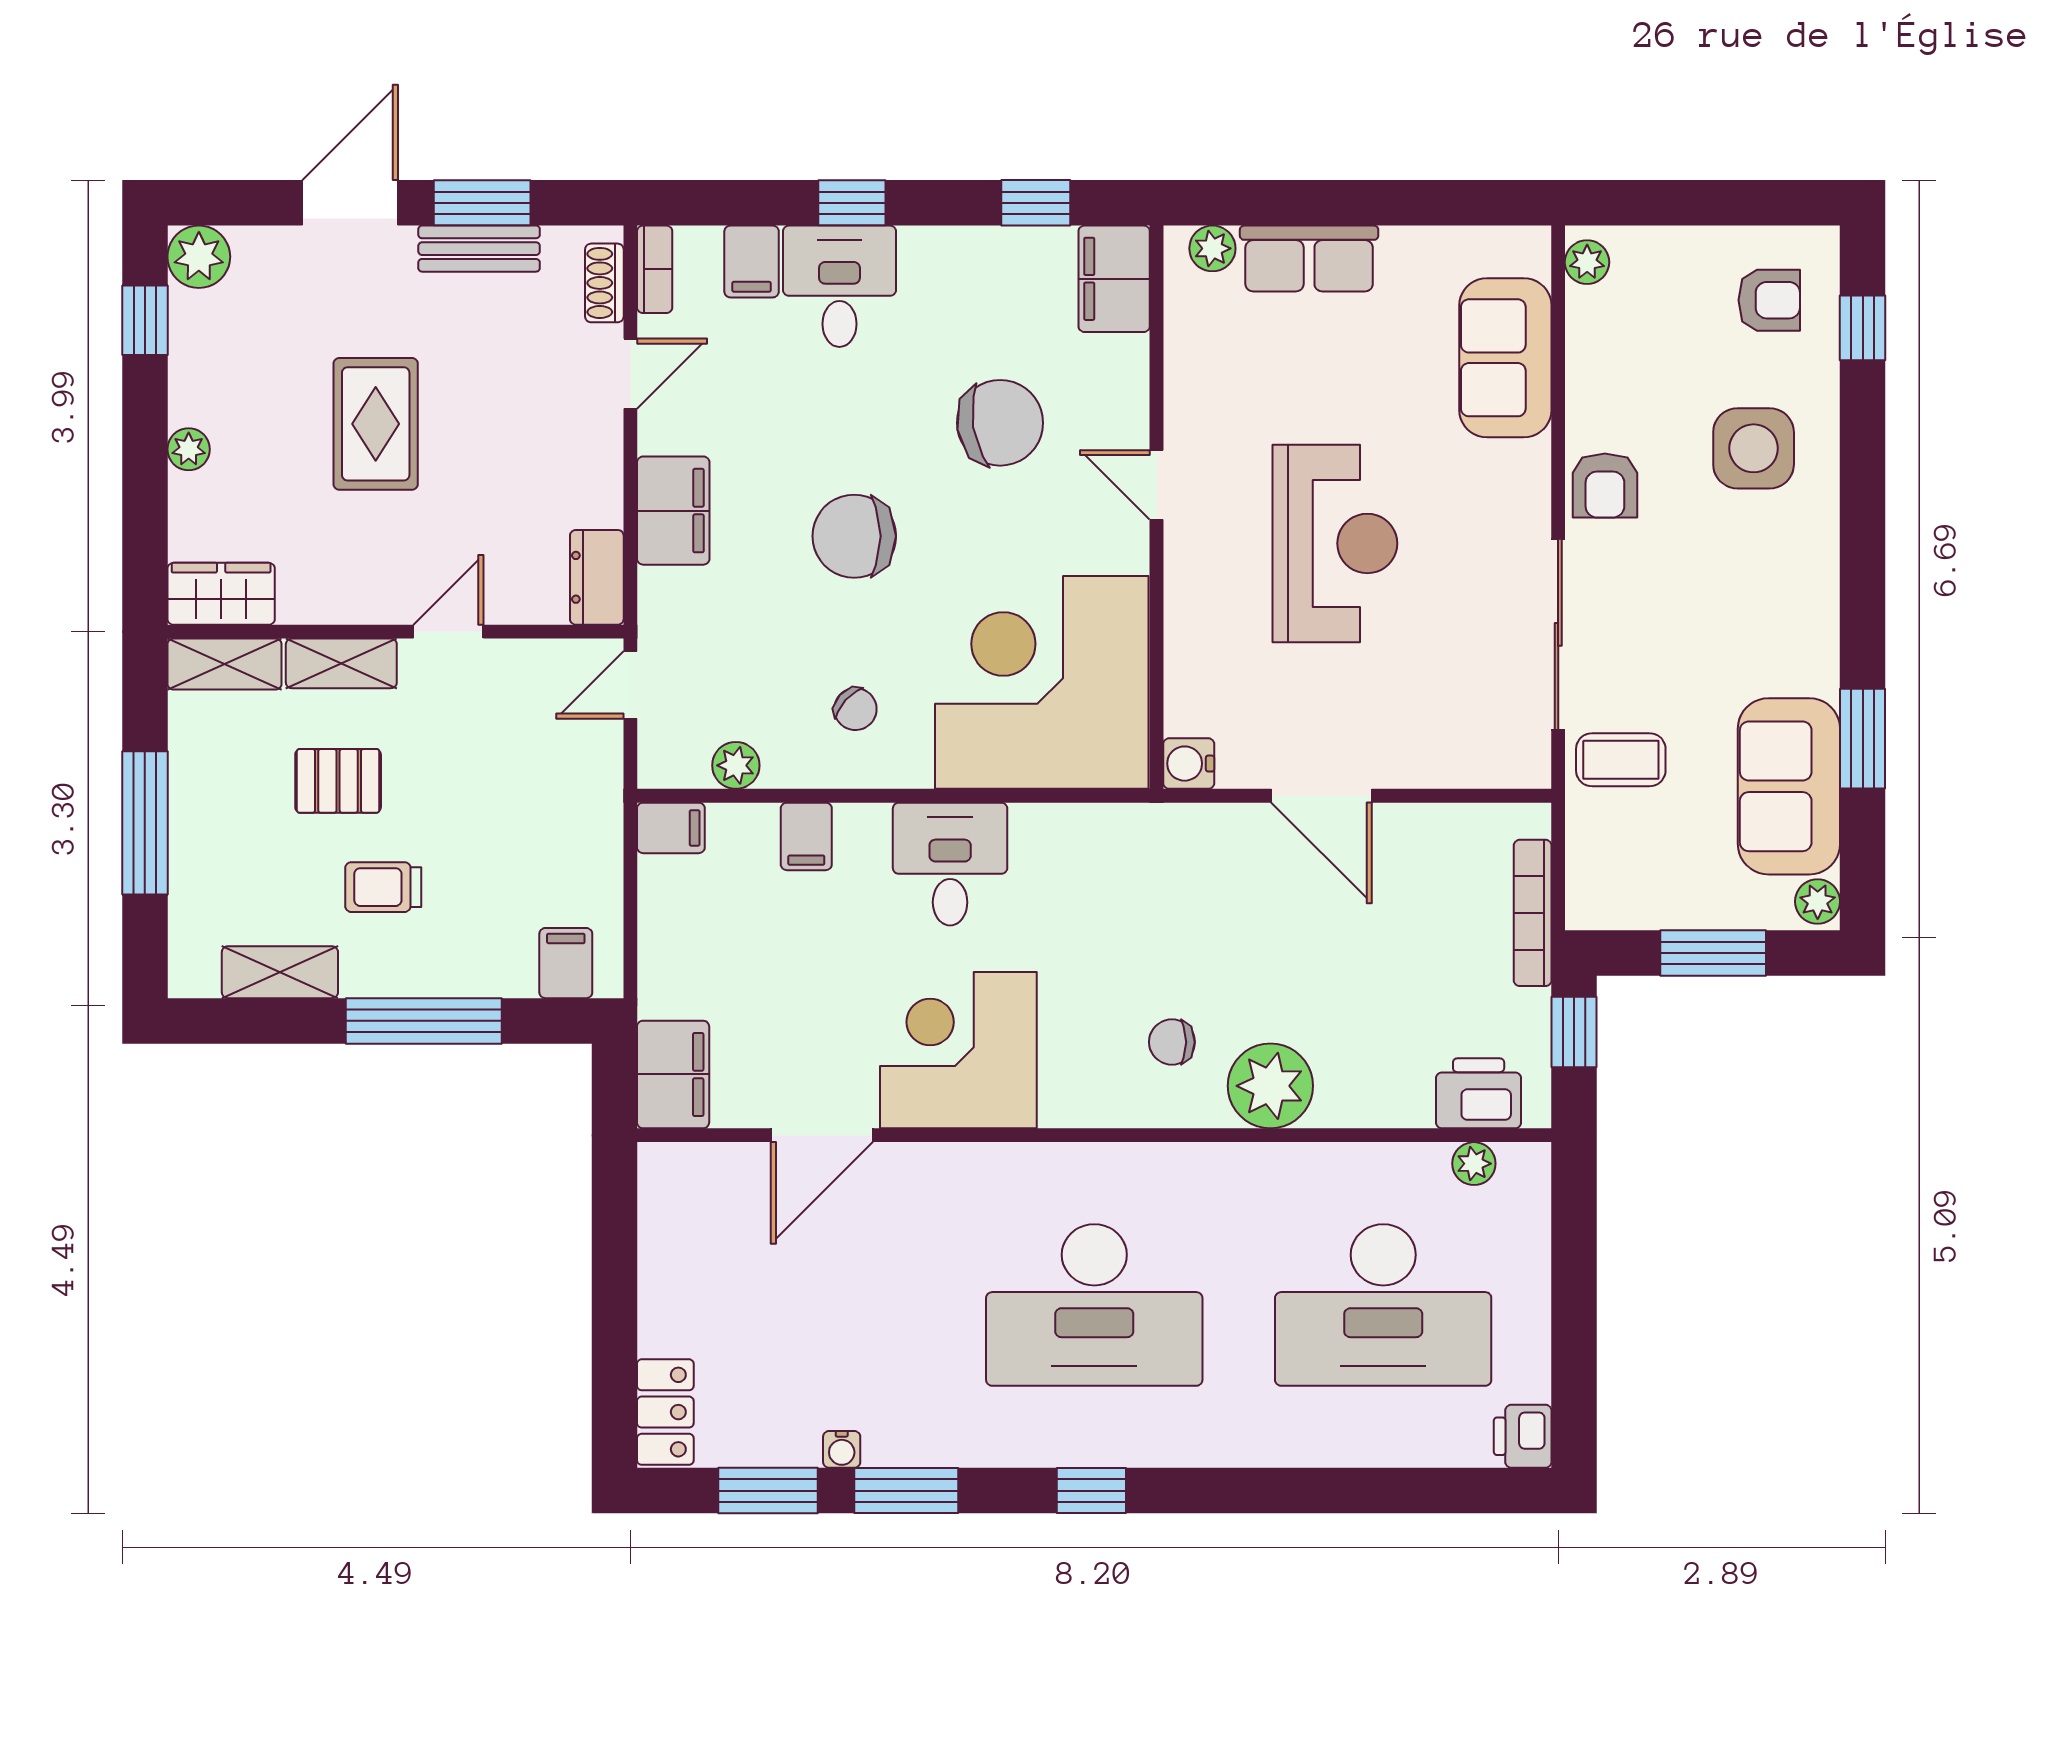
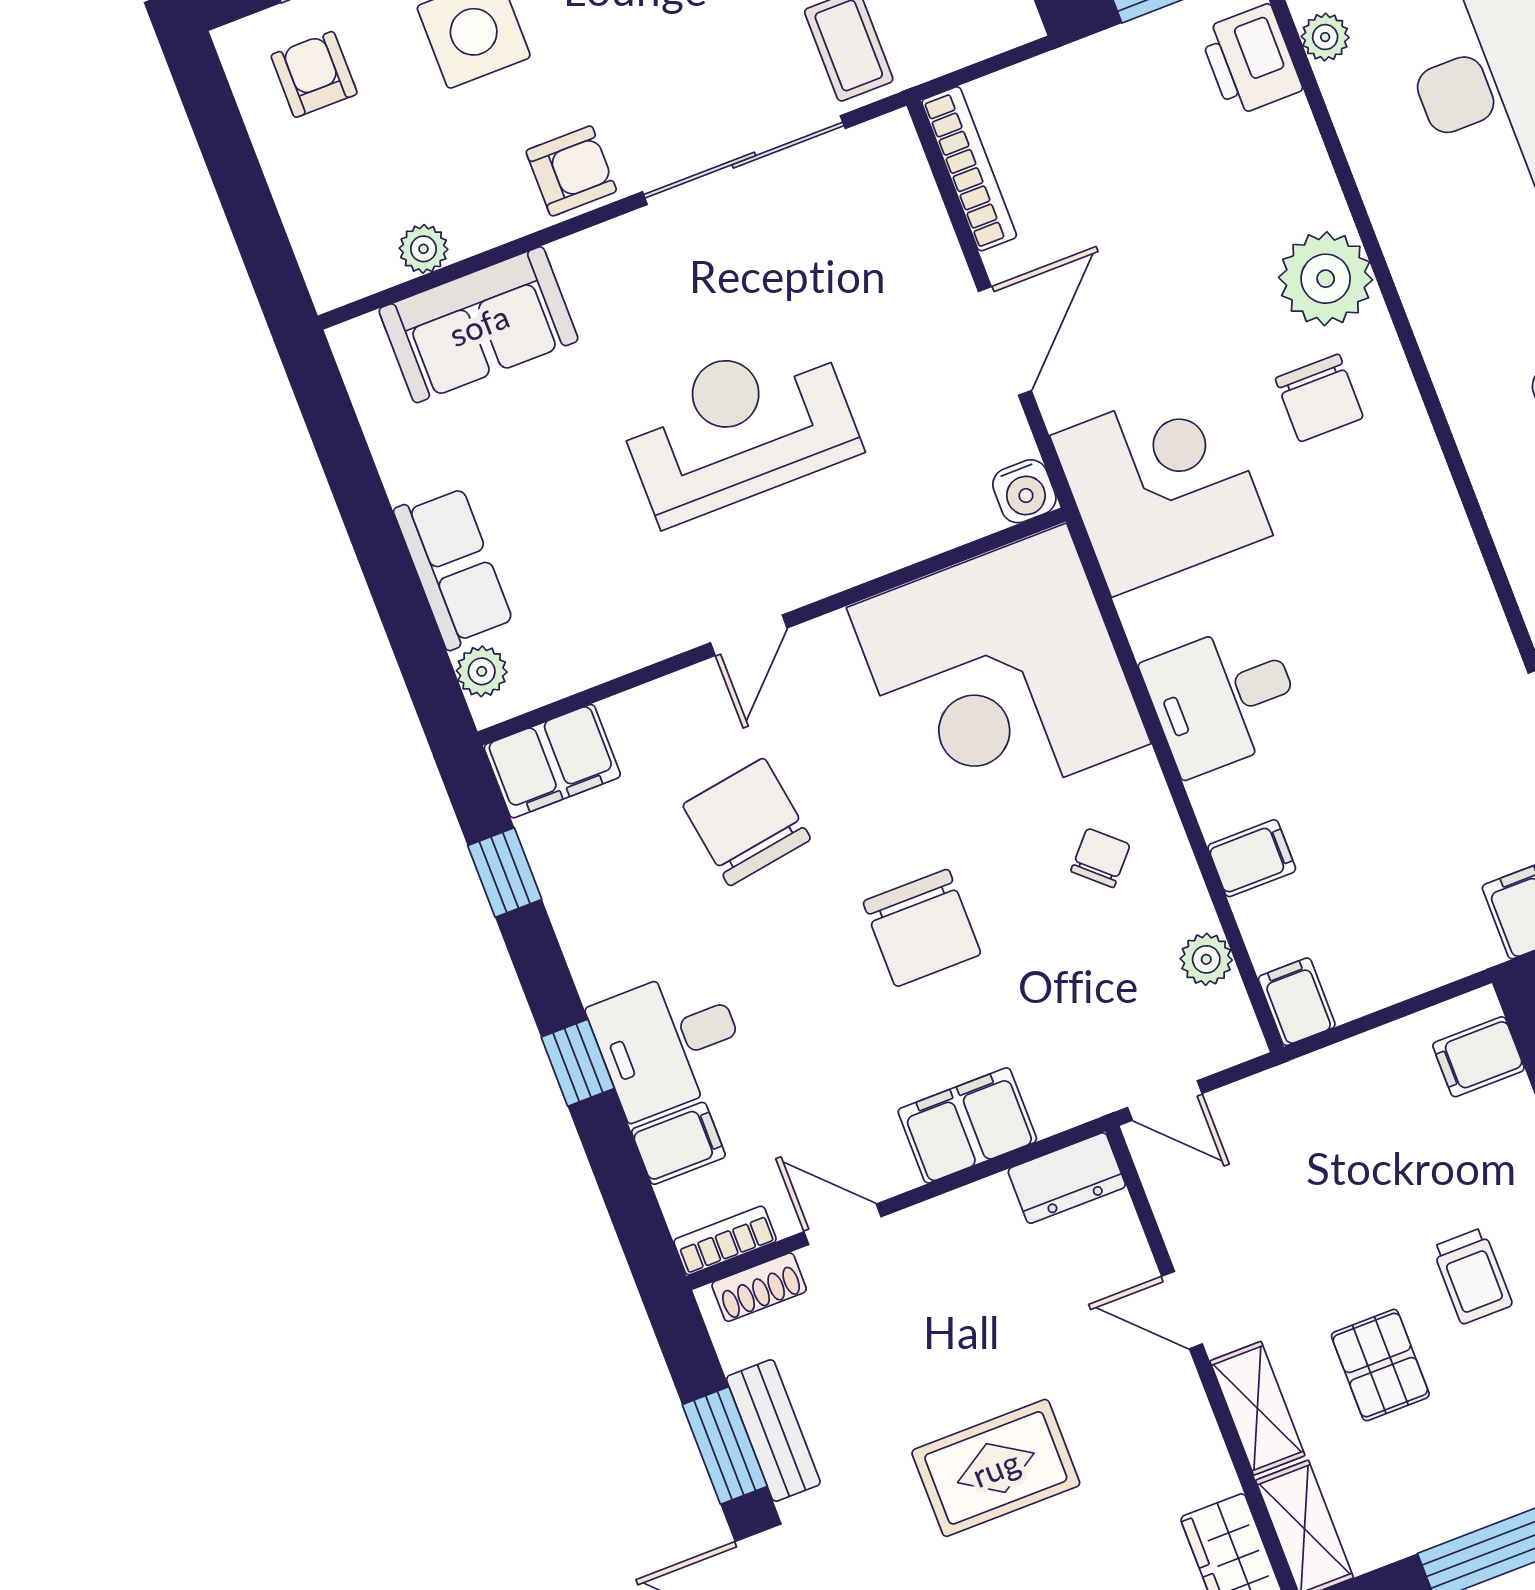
plant: (1587, 262) -> (423, 249), moved
bookcase: (1533, 913) -> (969, 169), moved, turned -90
chair: (1172, 1042) -> (1319, 398), width x1.37, depth x1.37
corner desk: (958, 1050) -> (1161, 486), moved, turned 180

